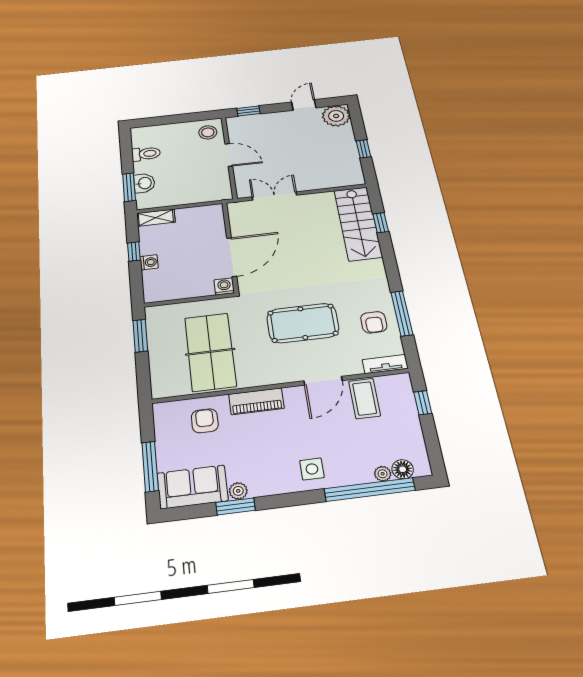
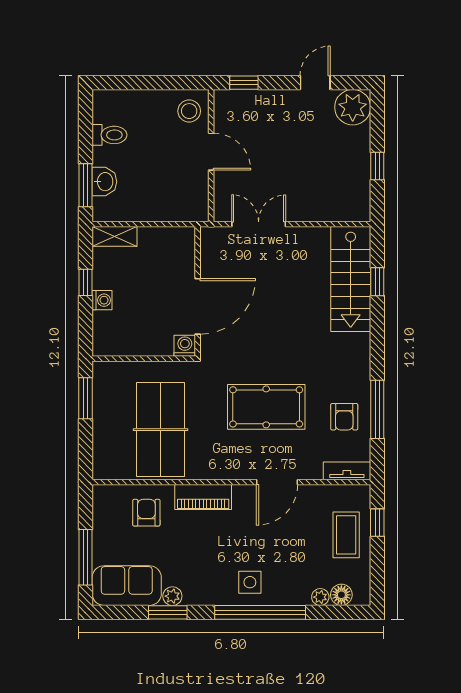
coffee table: (365, 398) -> (346, 535), moved
window: (370, 490) -> (260, 612), moved

